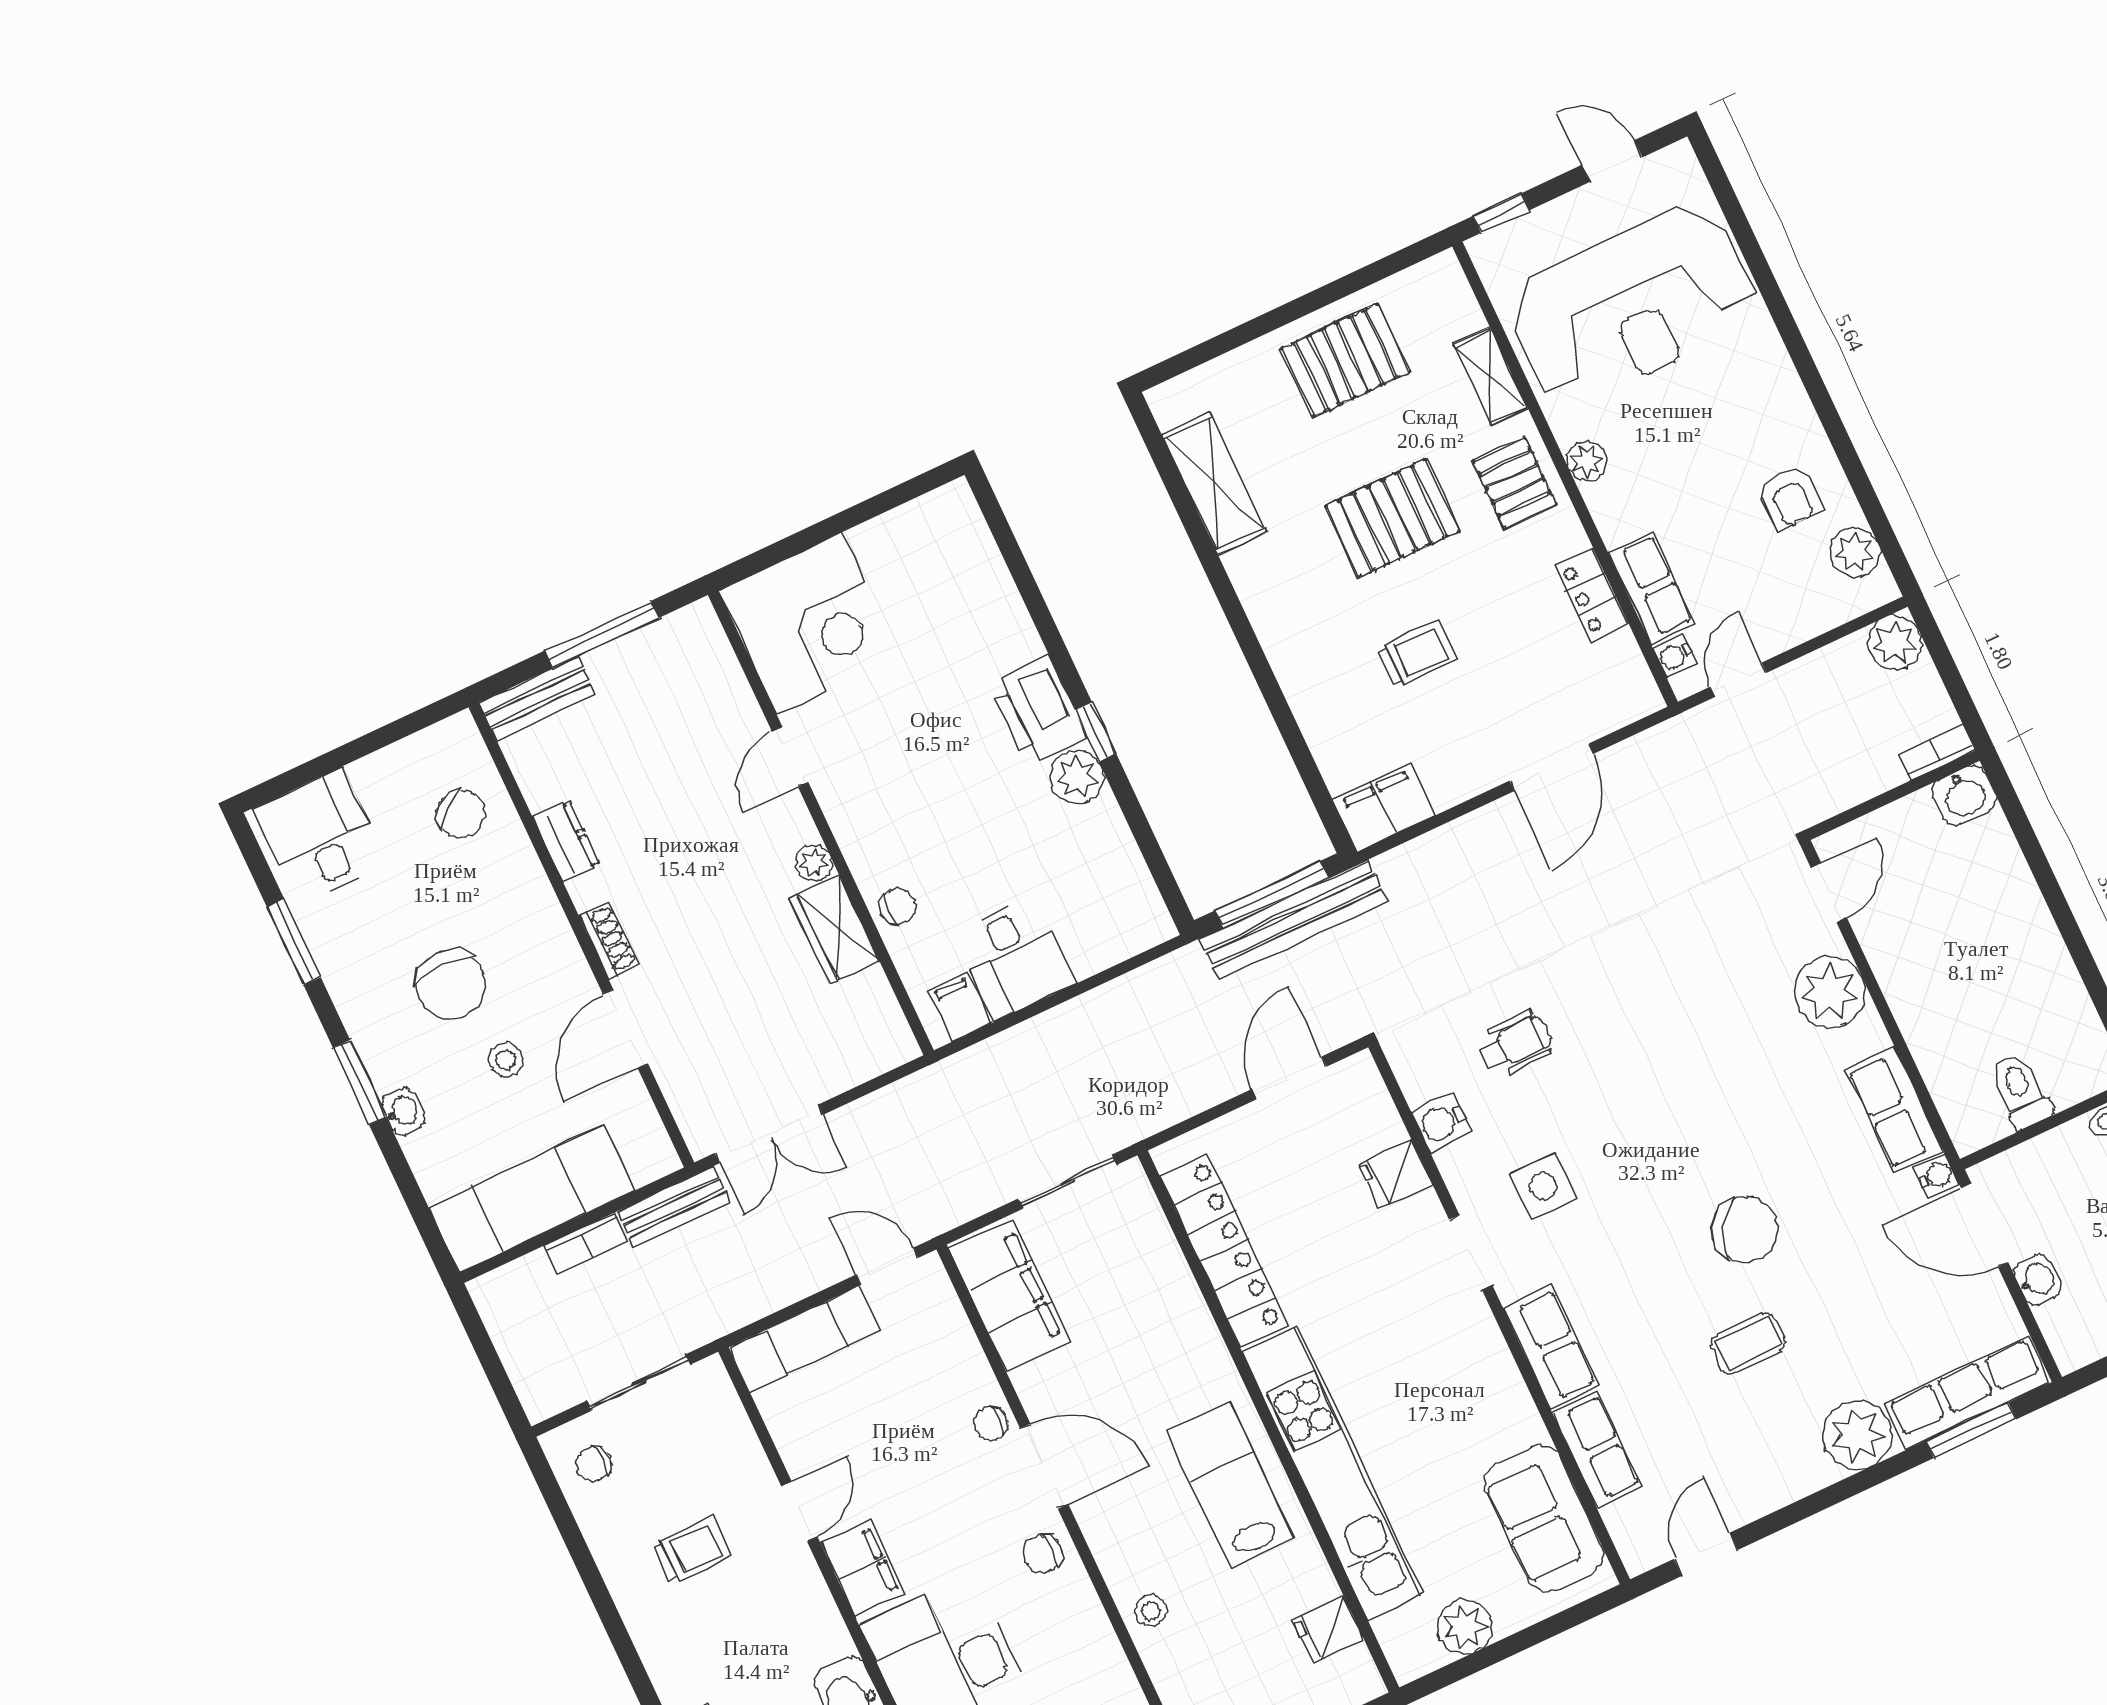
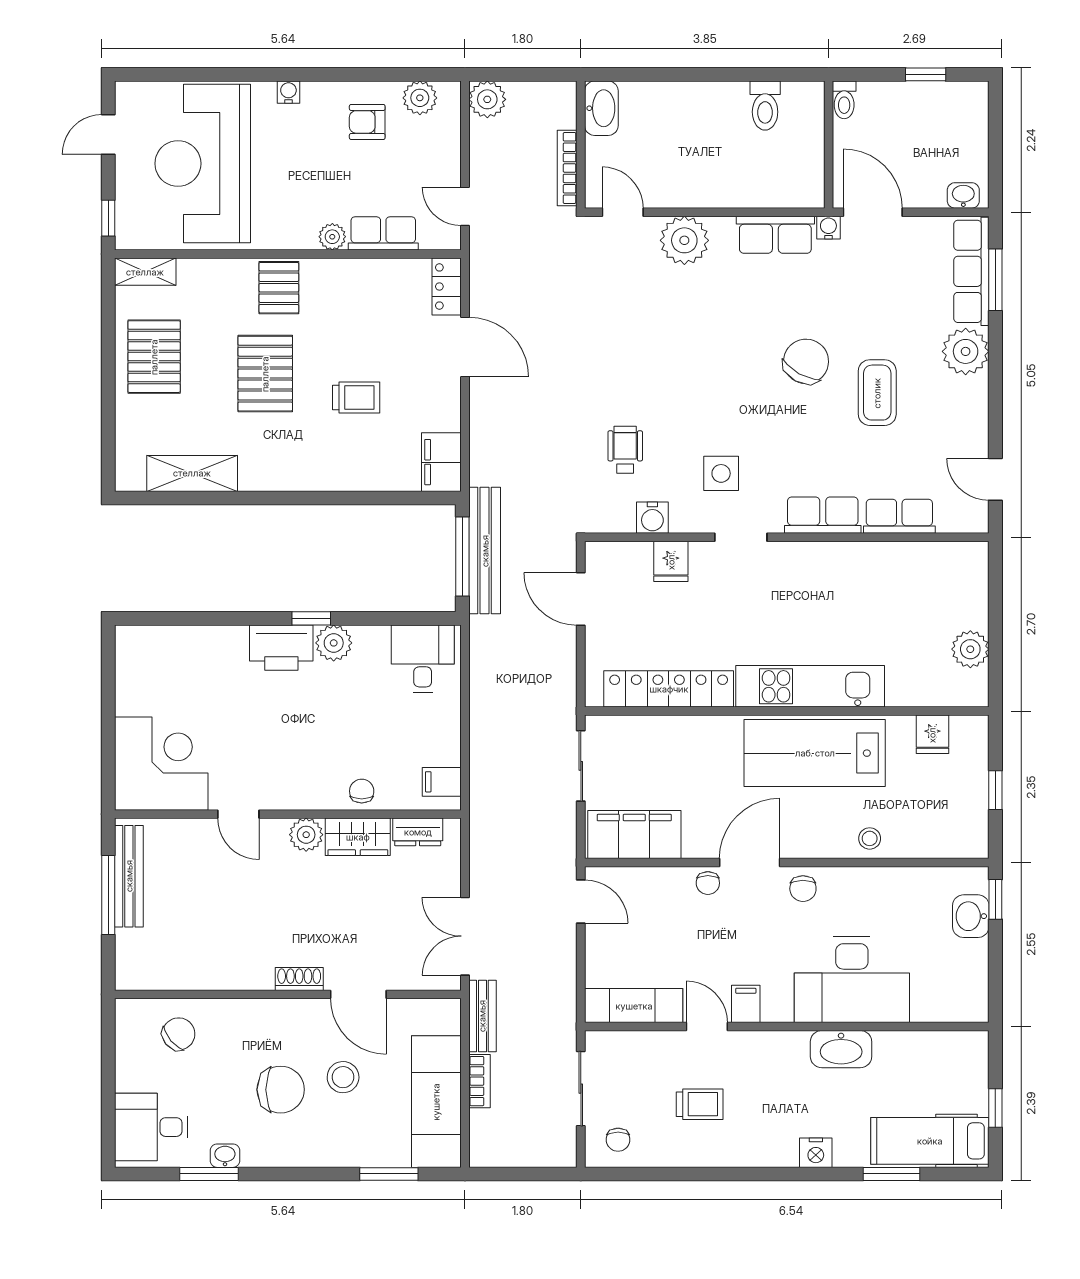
reception desk: (1632, 305) -> (203, 164), turned 180
shelving: (1491, 376) -> (145, 272), moved
plant: (1587, 461) -> (332, 237), moved
pallet: (1515, 483) -> (279, 288), turned 90
armchair: (1790, 497) -> (367, 122), turned 180
locker: (1592, 595) -> (447, 287), moved, turned 90
trolley: (1417, 654) -> (356, 398), turned 90
water cooler: (1675, 656) -> (288, 92), moved, turned 180
bench: (537, 698) -> (129, 876), moved, width x1.36
bookcase: (1937, 753) -> (567, 168), moved, width x1.56
washbasin: (1964, 795) -> (601, 108), width x1.38
dresser: (566, 841) -> (418, 832), moved, turned 180
plant: (814, 863) -> (306, 835), width x1.38, depth x1.38
desk: (1015, 958) -> (423, 659), moved, turned -90
stool: (506, 1060) -> (343, 1077), width x1.37, depth x1.37
window: (360, 1083) -> (389, 1174), moved
toilet: (2021, 1091) -> (765, 106), moved, turned -90
washbasin: (403, 1111) -> (225, 1156), moved
double door: (769, 1134) -> (465, 936), swing flipped
door: (1985, 1225) -> (873, 212), swing flipped
door: (887, 1266) -> (581, 902), swing flipped
washbasin: (2037, 1280) -> (963, 195), moved
exam couch: (804, 1339) -> (634, 1006), moved, turned -90
coffee table: (1748, 1343) -> (877, 393), width x1.36, depth x1.30
kitchen unit: (1333, 1473) -> (810, 686), width x0.73
lab bench: (1230, 1484) -> (815, 753), width x1.36, depth x1.39
sofa: (1544, 1518) -> (926, 569), removed
trolley: (692, 1550) -> (700, 1104), turned 90
filing cabinet: (863, 1568) -> (746, 1004), width x0.50

